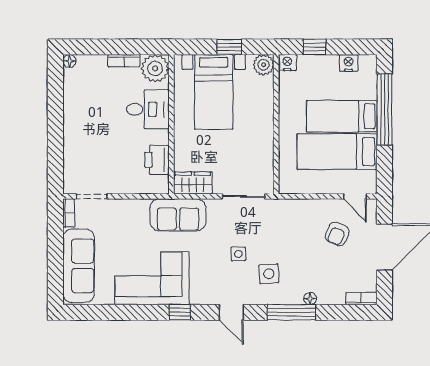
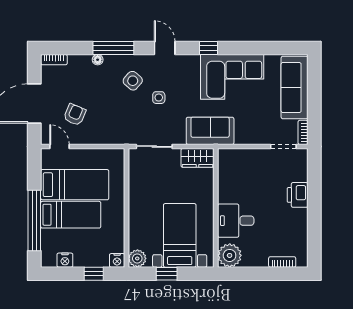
floor lamp: (69, 61) -> (302, 262), removed
bookcase: (124, 61) -> (282, 262), moved
printer: (157, 160) -> (298, 195), moved, turned 180
side table: (269, 274) -> (133, 81), turned 45

